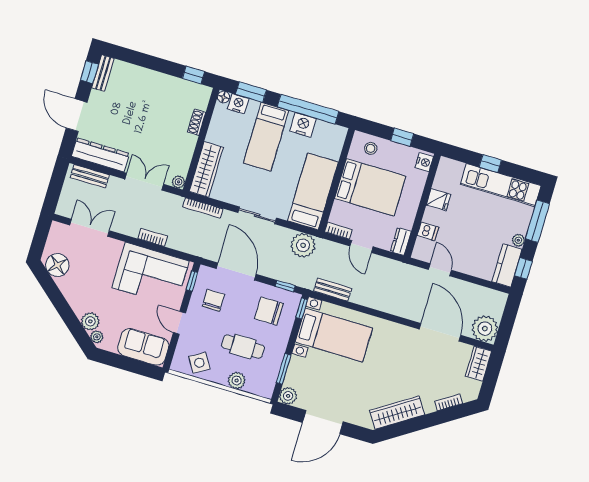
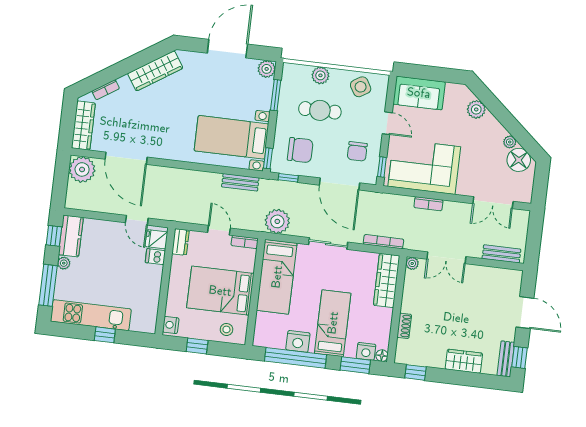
wardrobe: (144, 78) -> (464, 361), added
dresser: (100, 155) -> (495, 277), removed
fridge: (438, 200) -> (156, 239), moved
plant: (97, 337) -> (510, 142), moved
wardrobe: (479, 364) -> (83, 126), width x1.50

